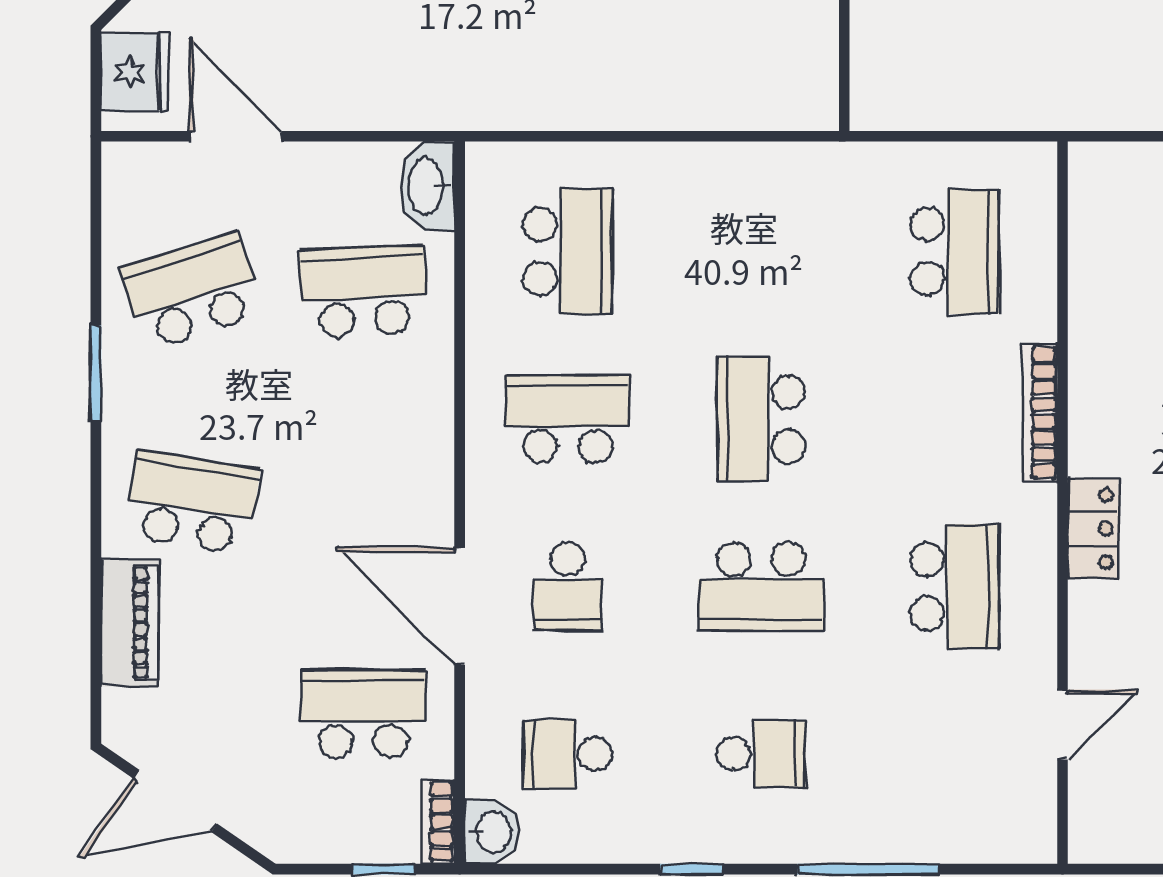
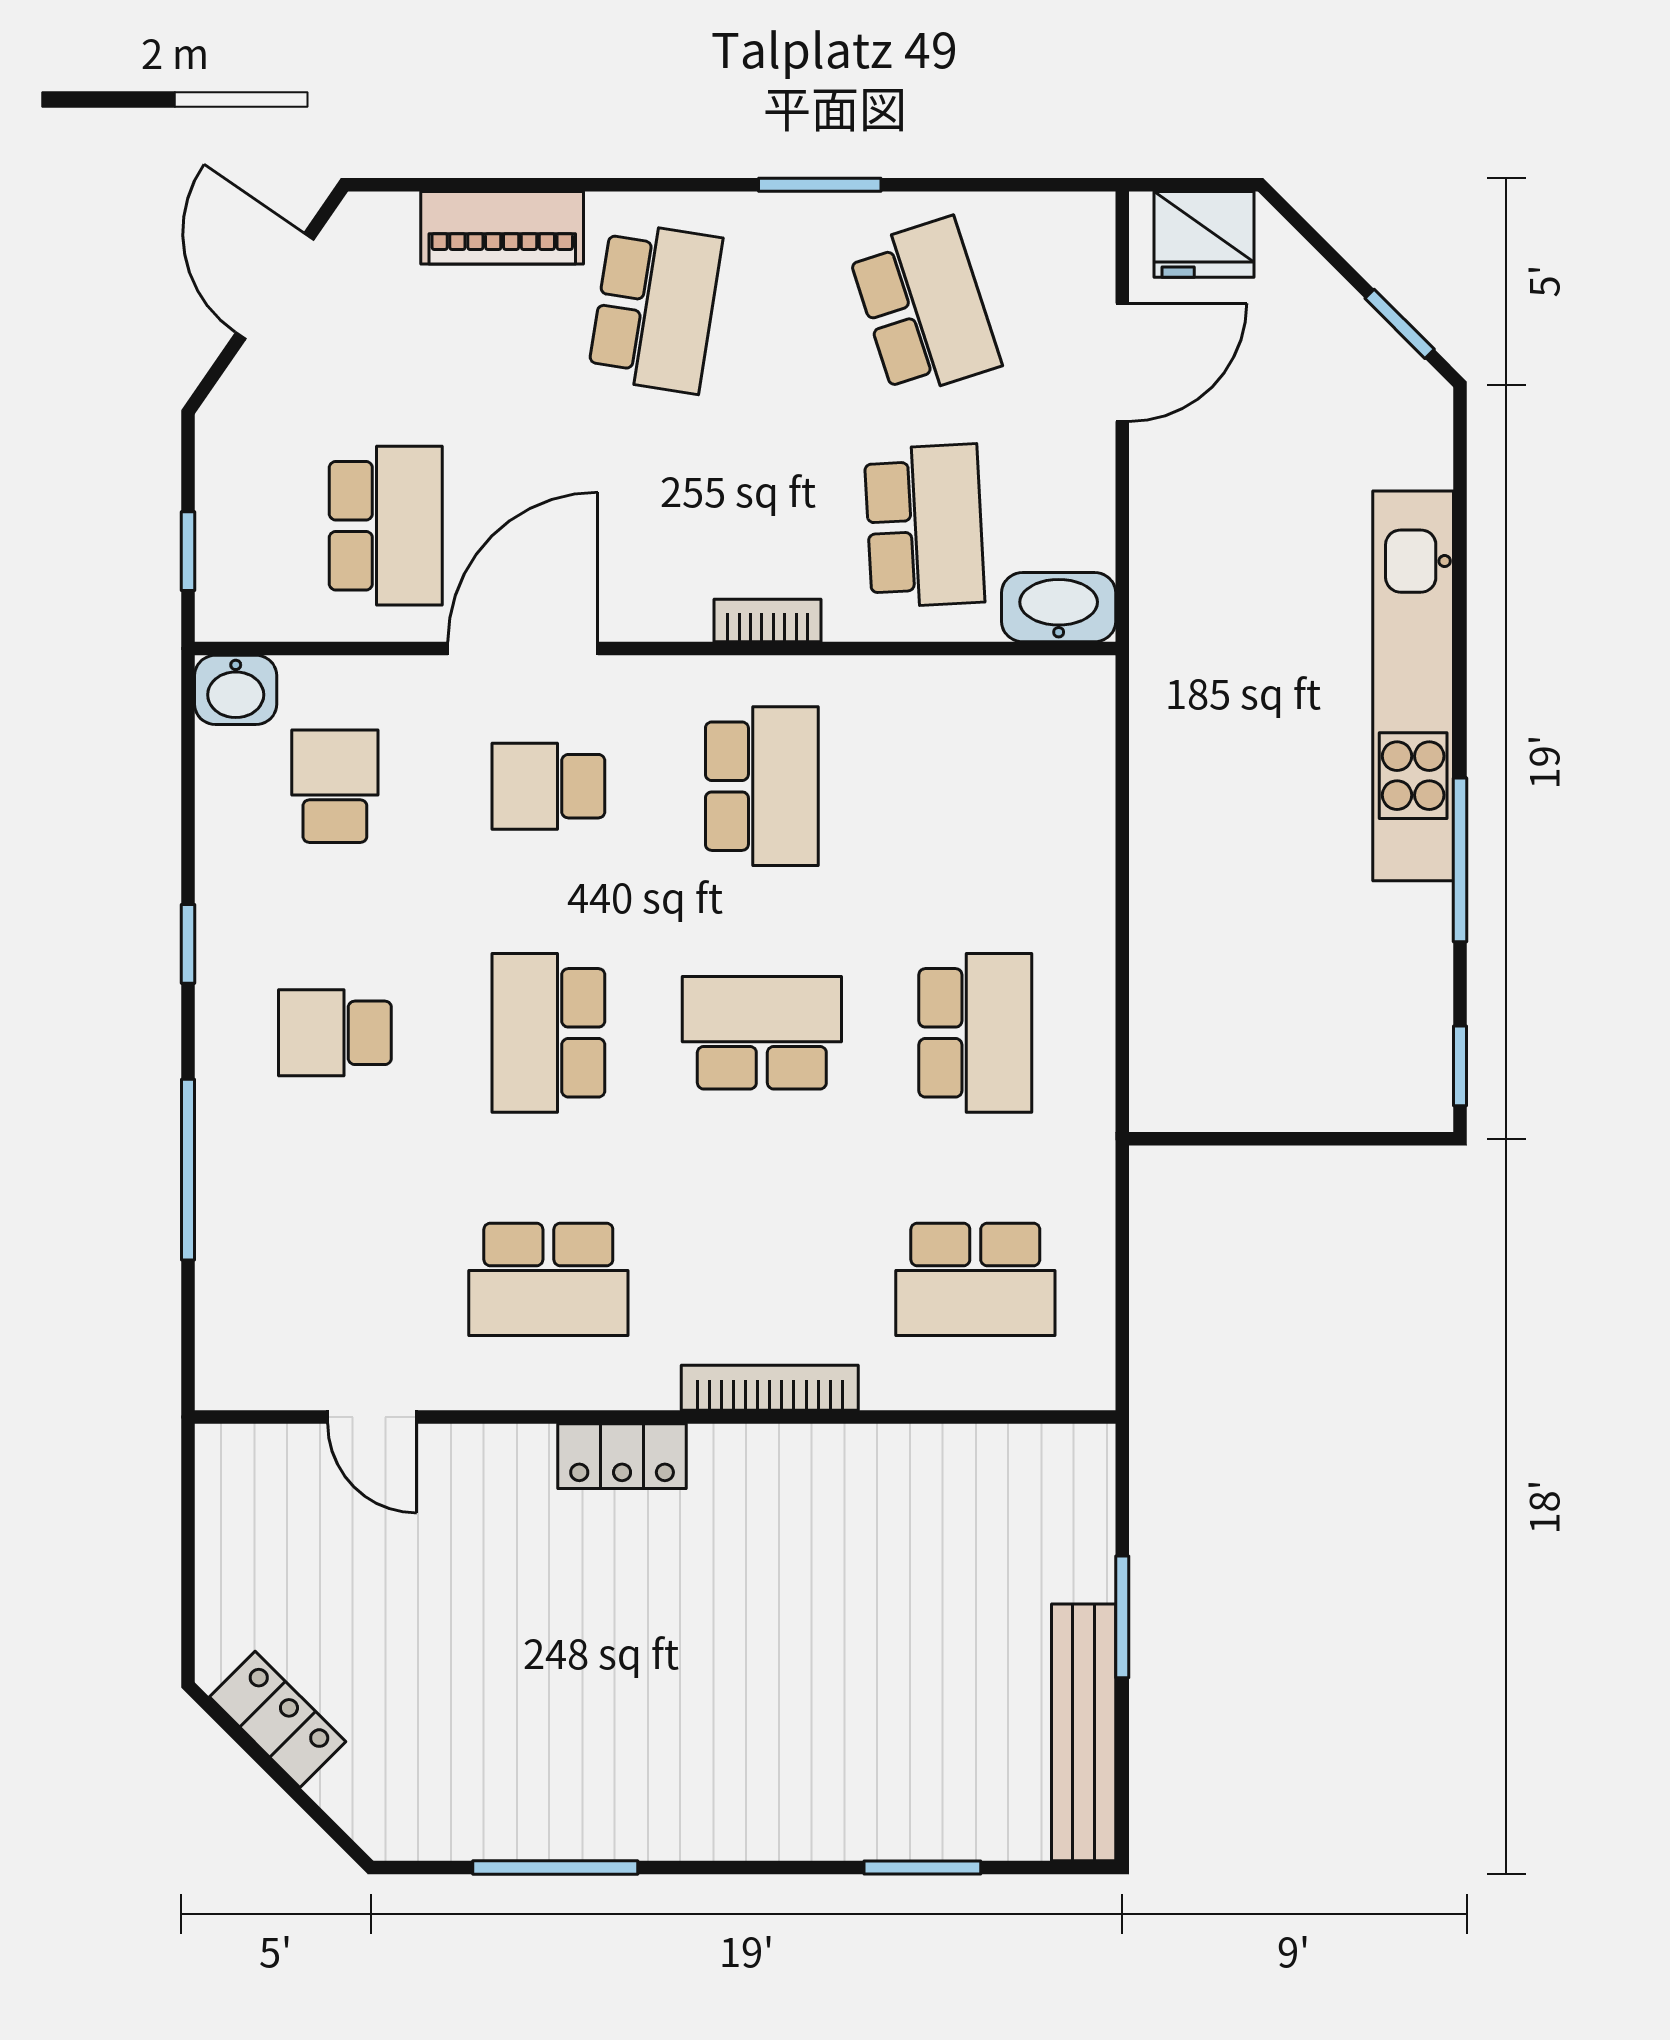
school desk: (568, 251) -> (975, 1033), moved, turned -90
school desk: (761, 754) -> (335, 1033), turned 90
bookcase: (438, 822) -> (768, 621), moved

